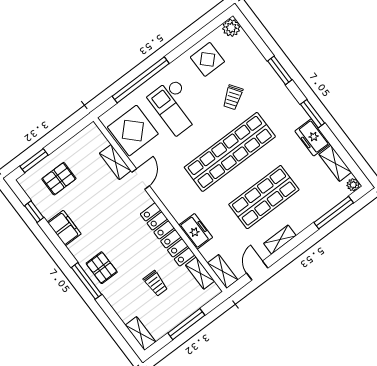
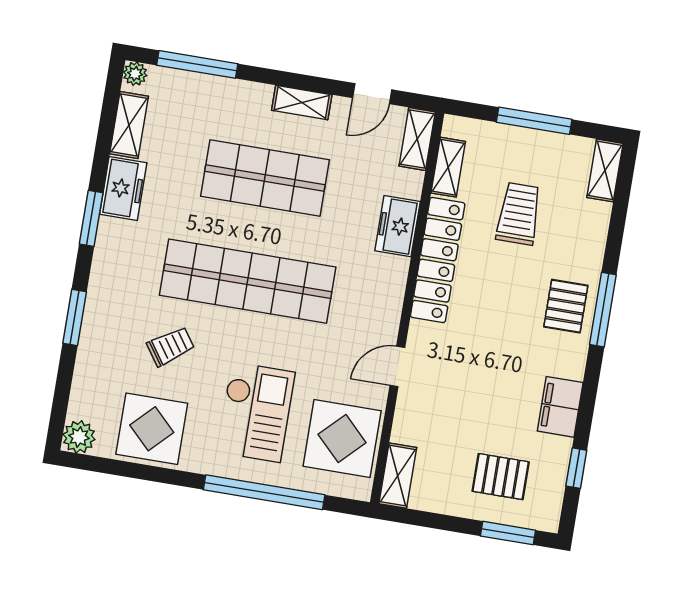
display table: (207, 59) -> (152, 429), width x1.36, depth x1.36
shelving: (115, 162) -> (398, 476), moved
trolley: (155, 283) -> (519, 214), width x1.36, depth x1.39

